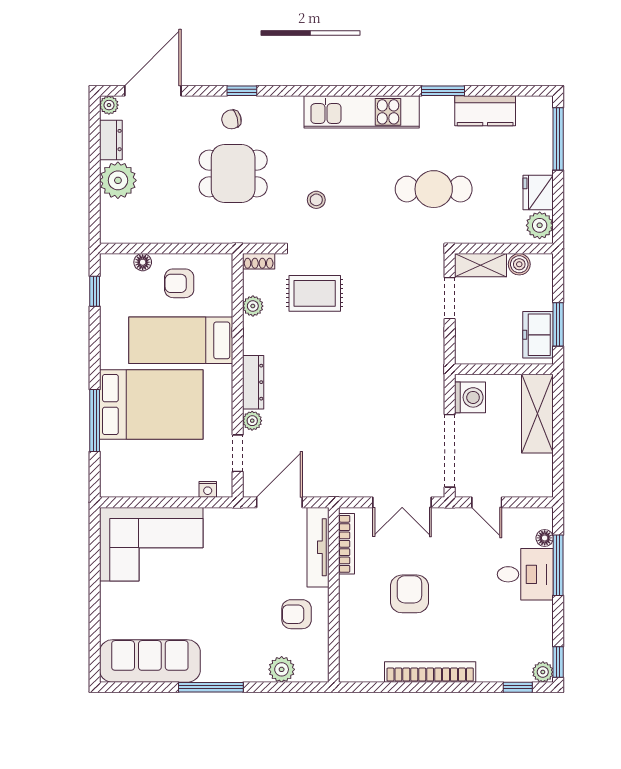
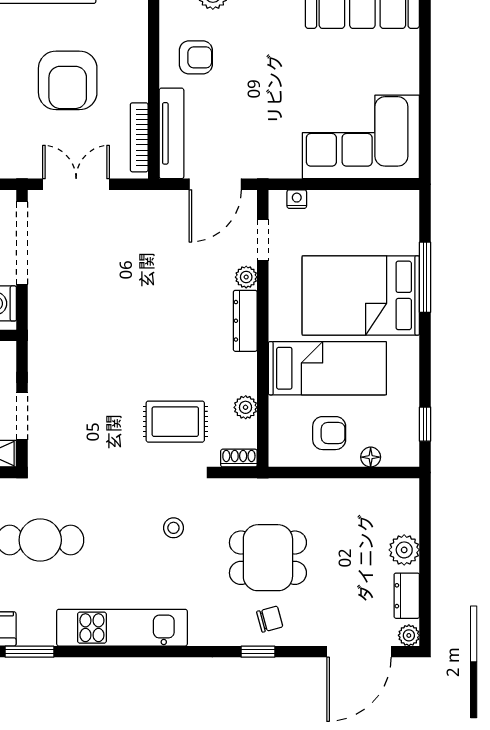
plant: (118, 180) -> (404, 550), width x0.73, depth x0.73
armchair: (409, 594) -> (68, 80), width x1.36, depth x1.36

